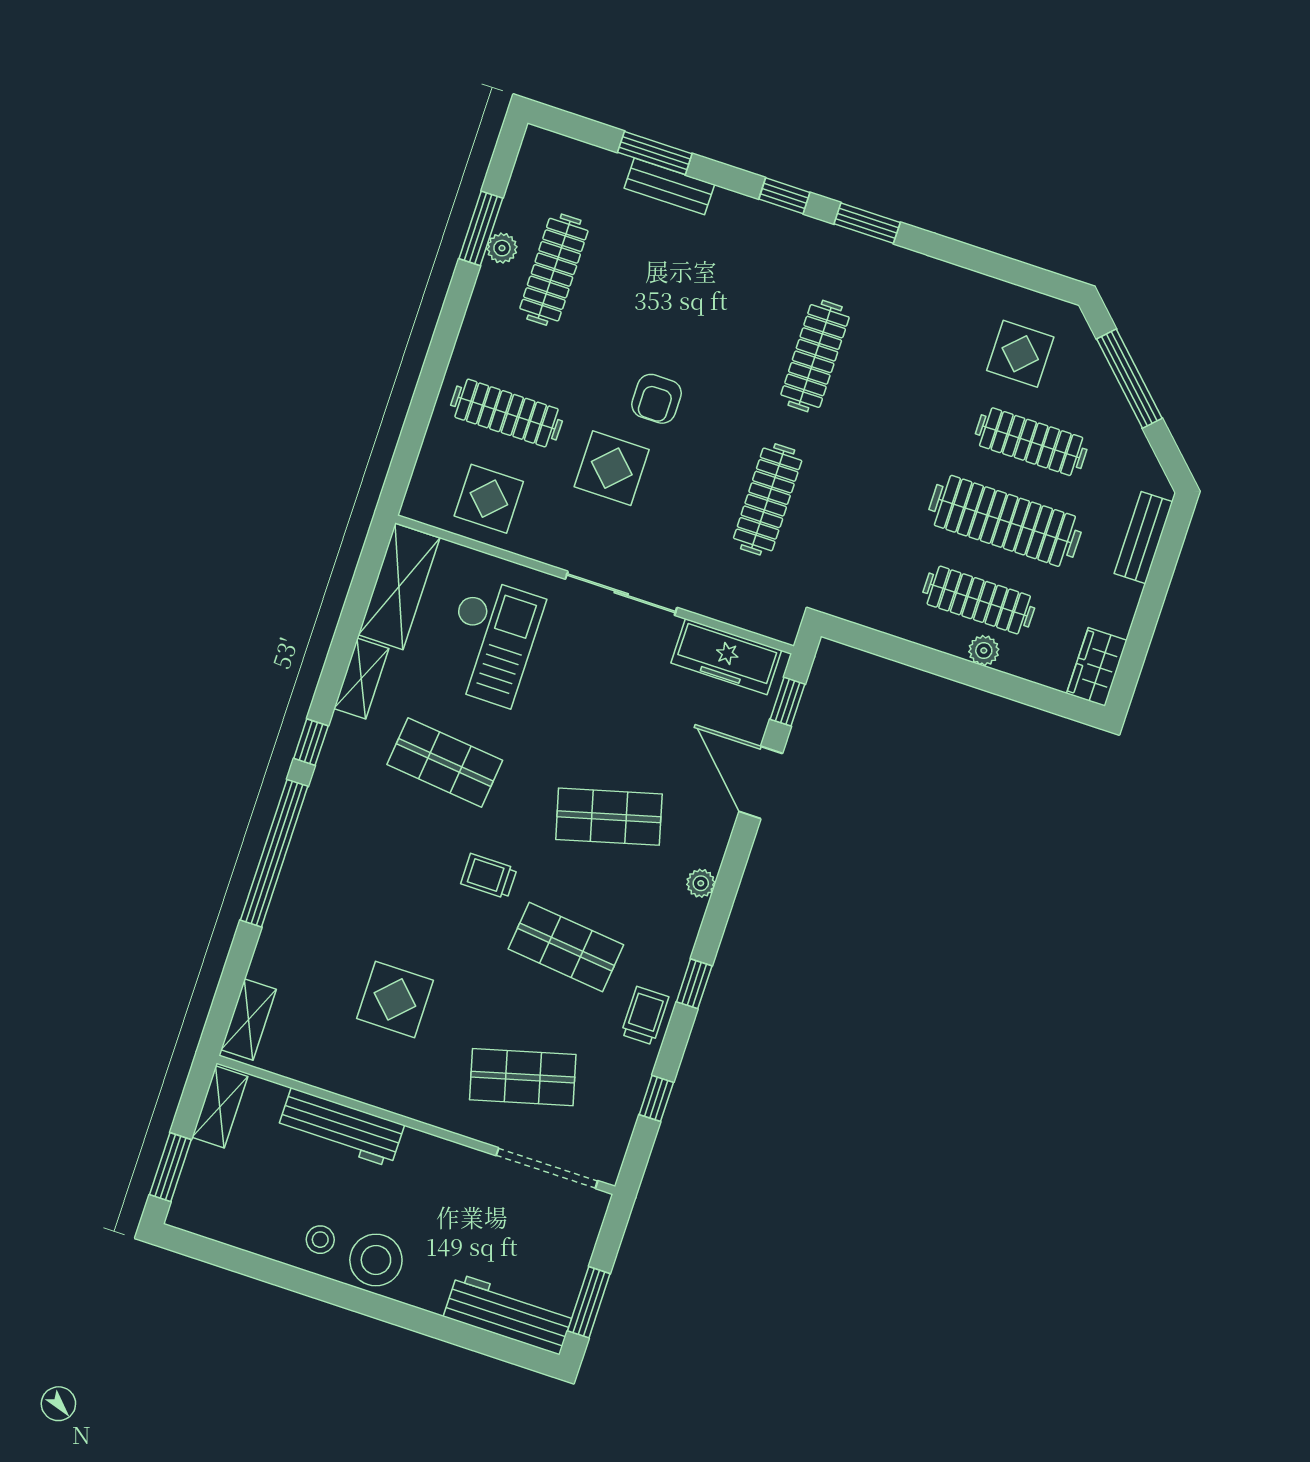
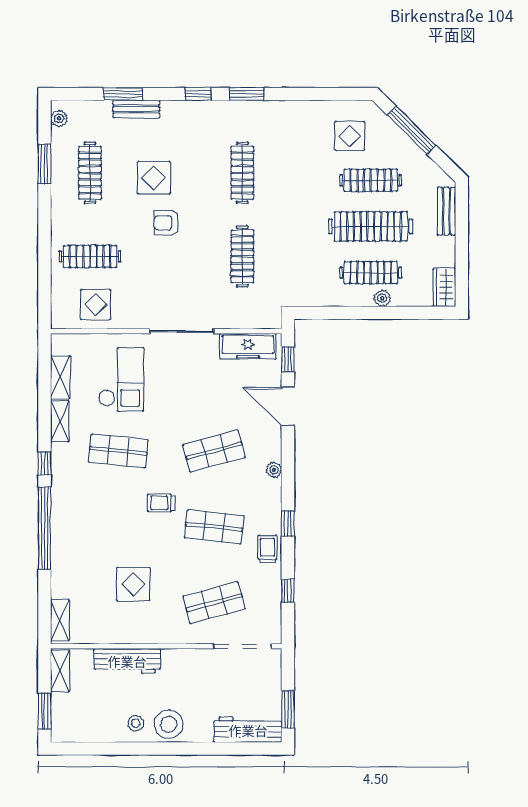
plant: (502, 248) -> (59, 118), moved
armchair: (657, 399) -> (166, 223), turned 90
display table: (612, 468) -> (154, 178), moved
shelving: (399, 586) -> (60, 377), width x0.67, depth x0.75

